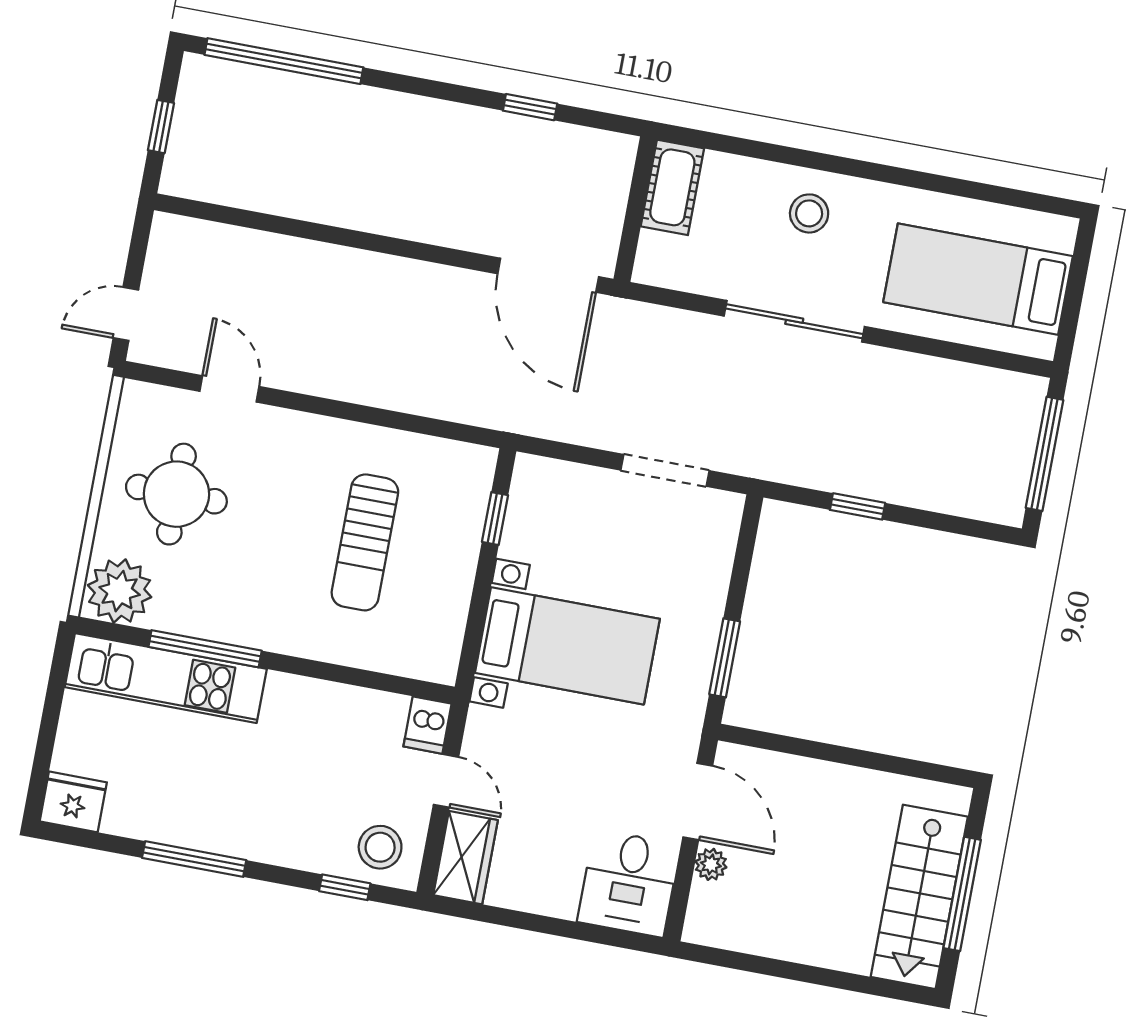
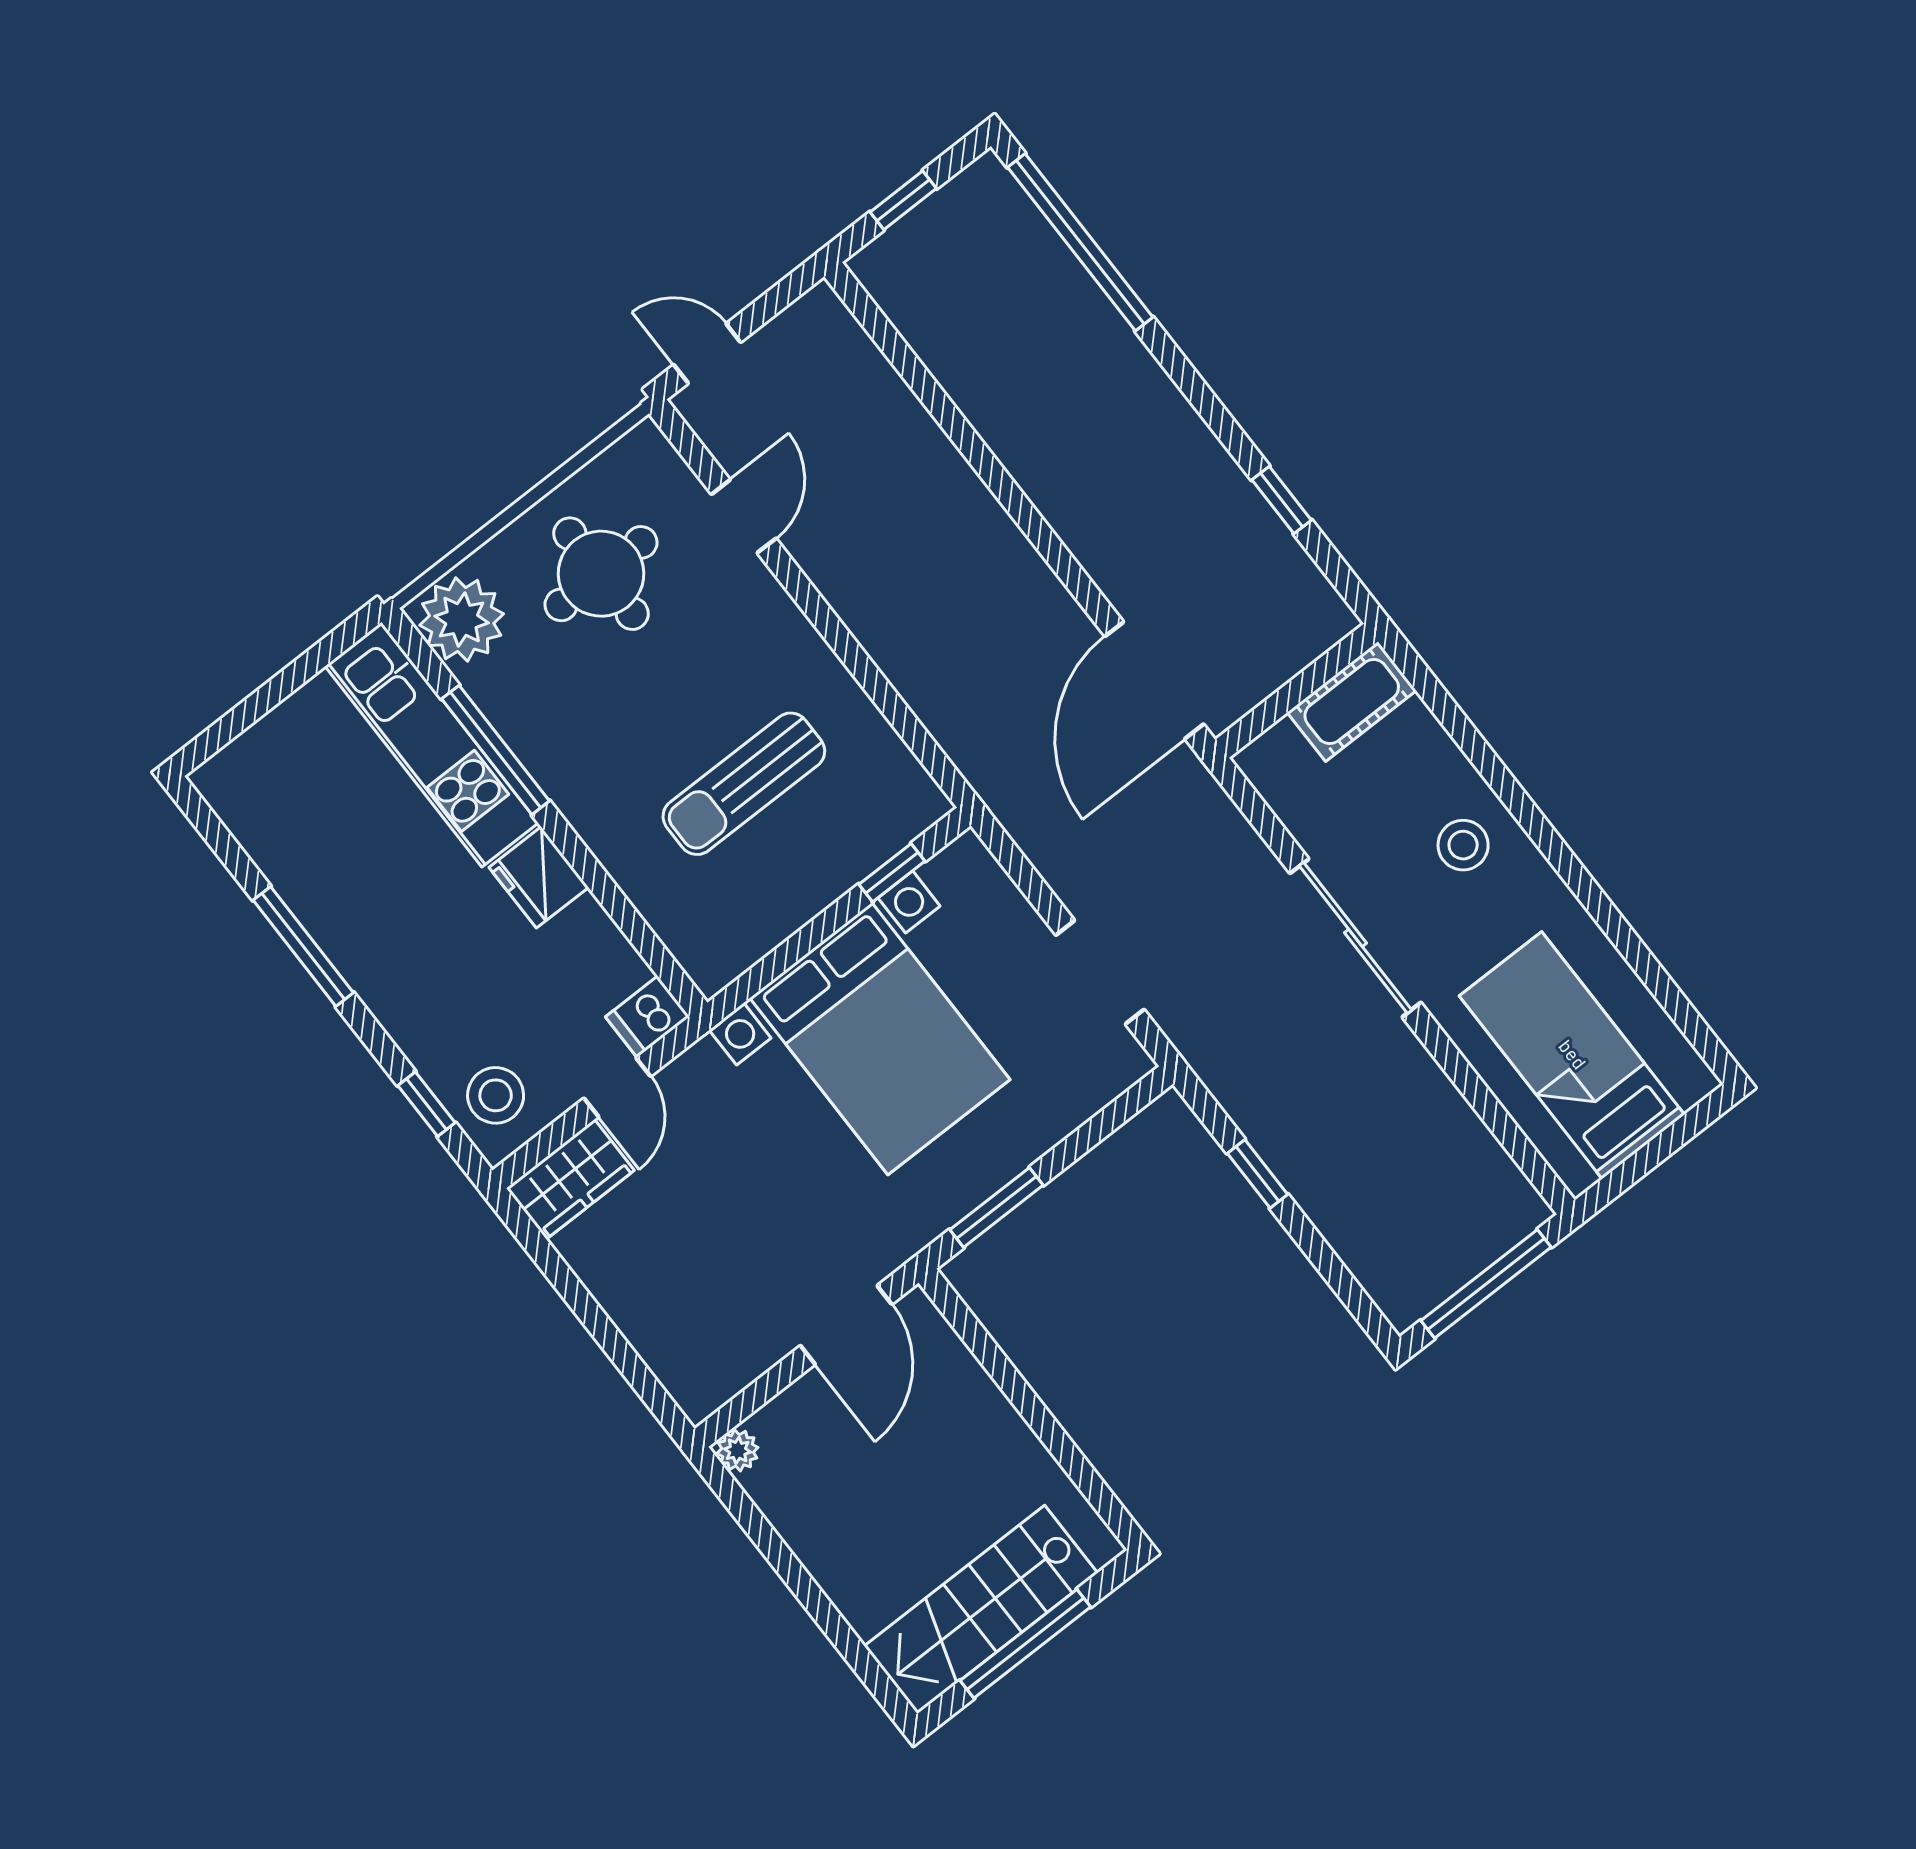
bed with nightstands: (567, 646) -> (880, 1039), width x1.36
fridge: (73, 802) -> (539, 877), moved, turned 180
plant: (711, 864) -> (738, 1450), moved
desk: (629, 883) -> (708, 1345), removed

